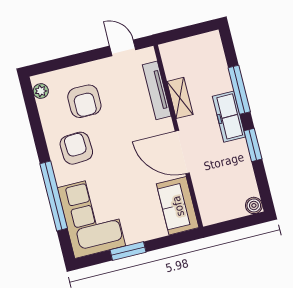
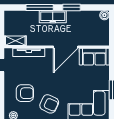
shelving: (180, 98) -> (15, 41), moved
armchair: (76, 148) -> (49, 104), turned -152

